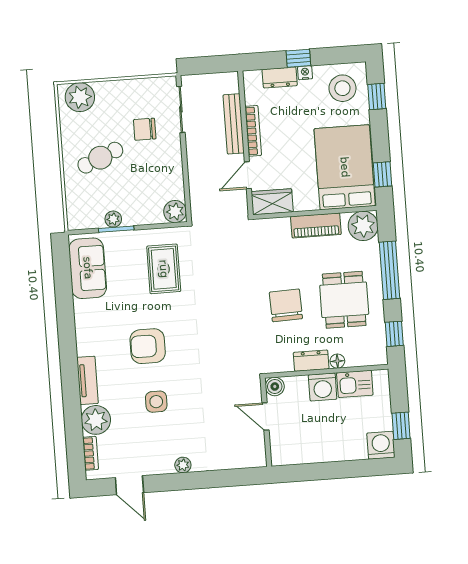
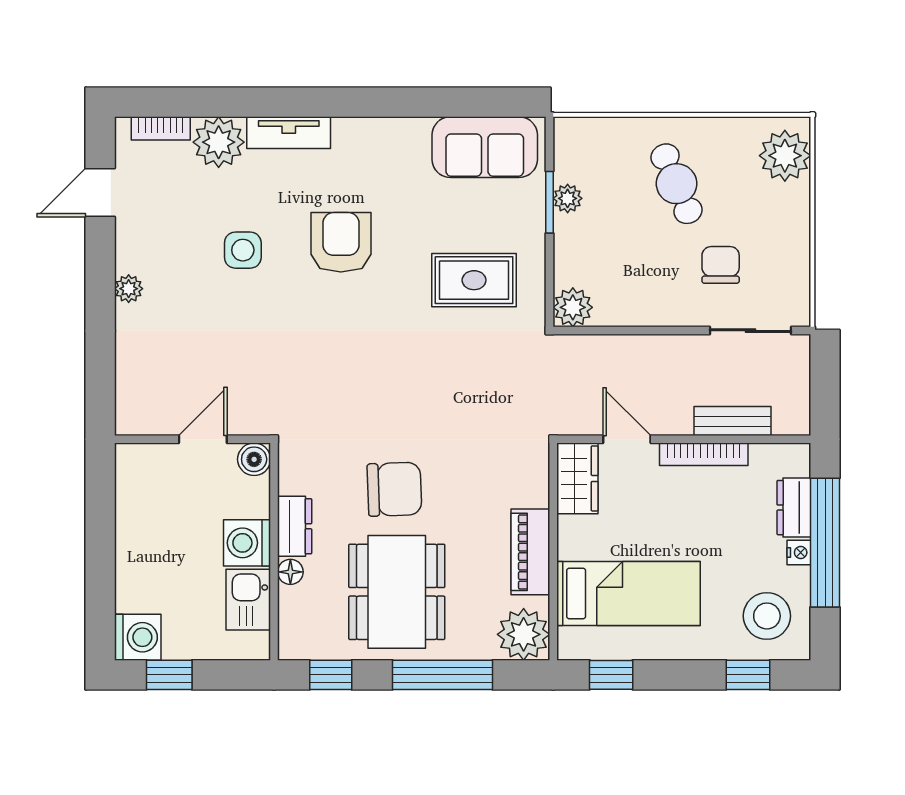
window: (298, 58) -> (825, 543), width x3.17
bench: (234, 124) -> (733, 421), width x0.73
bed: (345, 167) -> (628, 593), width x0.67
dining table: (344, 300) -> (397, 592), width x1.38

